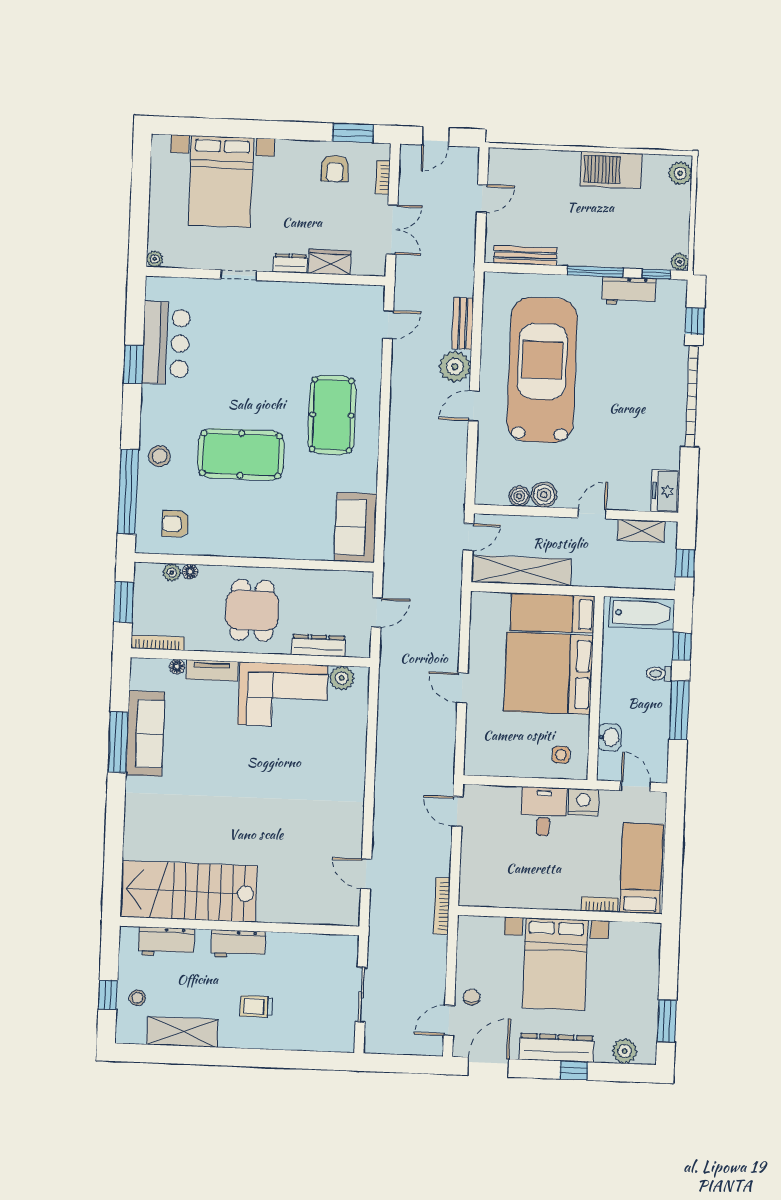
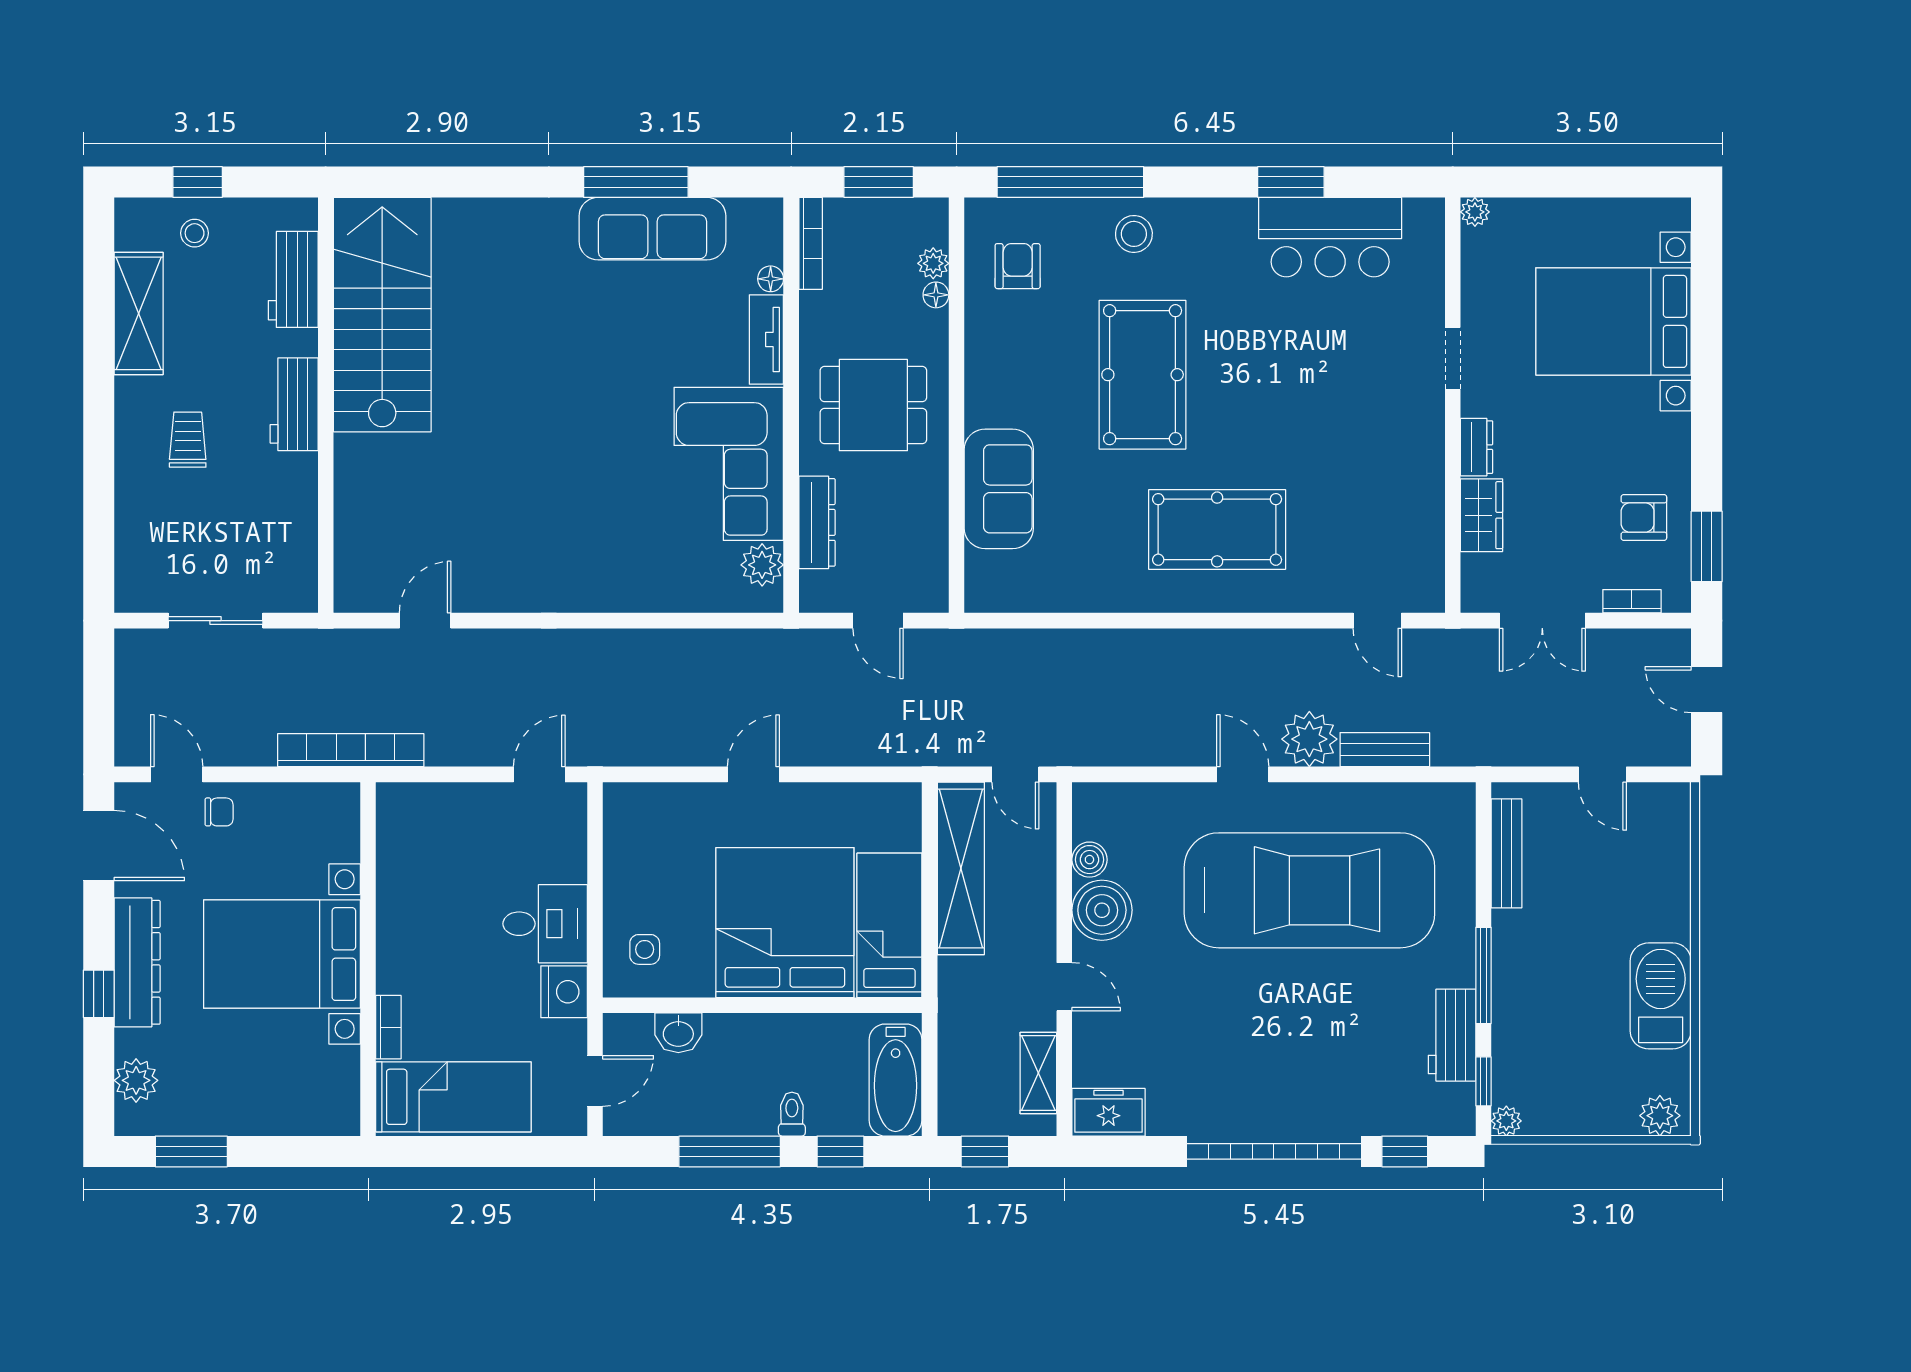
boiler: (544, 495) -> (1102, 910), width x1.37, depth x1.37
sofa: (356, 527) -> (999, 489), moved, turned 90
bookcase: (442, 906) -> (351, 750), width x1.48, depth x1.31

